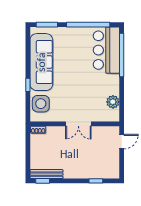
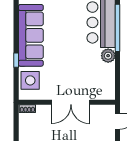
plant: (113, 102) -> (108, 56), moved
double door: (78, 124) -> (71, 102), width x1.37

